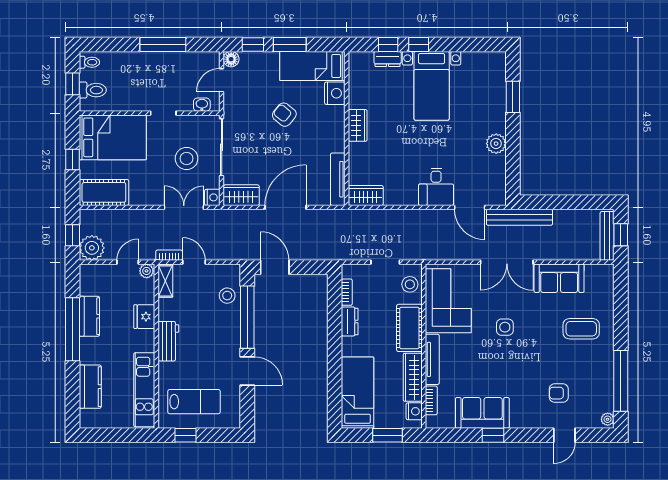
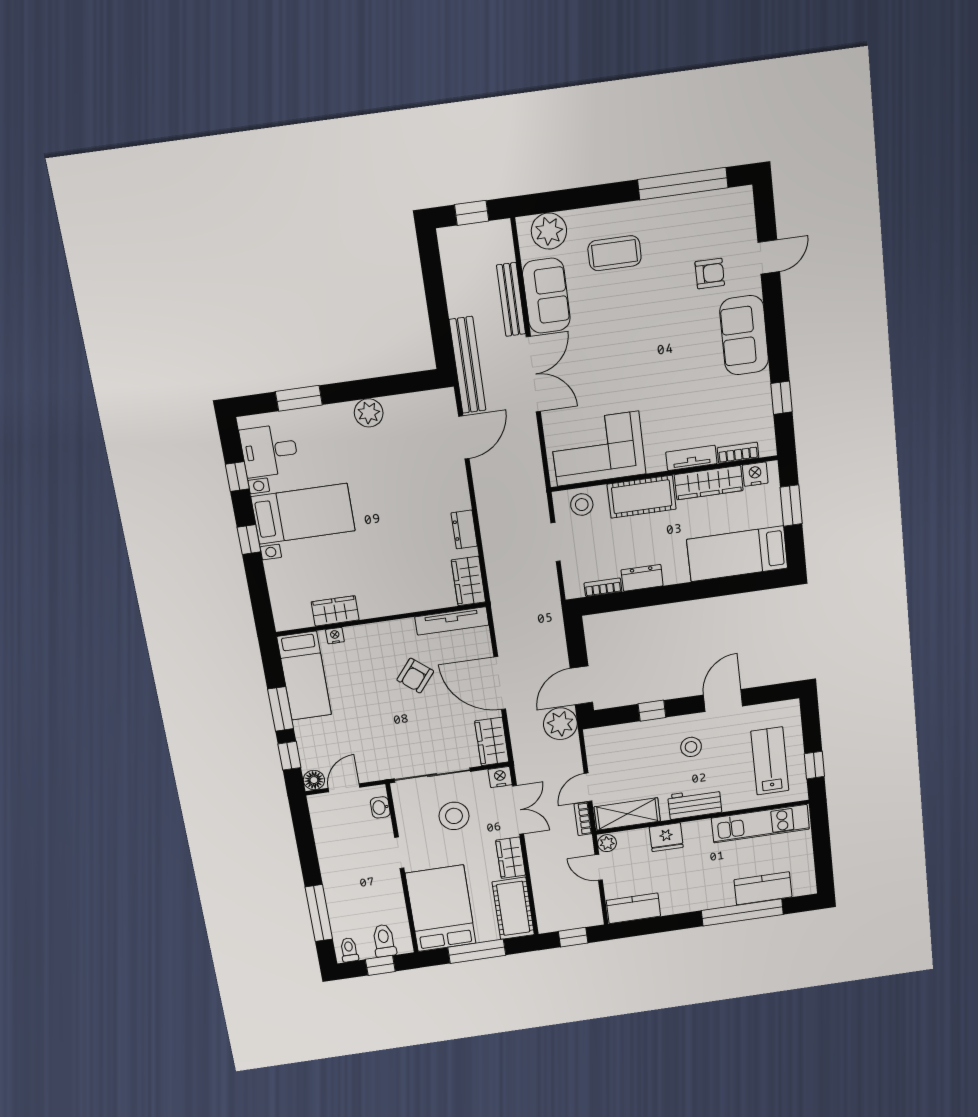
window: (163, 44) -> (319, 913), moved
window: (388, 44) -> (237, 476), moved
dresser: (388, 59) -> (464, 529), moved, turned 180
door: (222, 80) -> (344, 788), swing flipped
nightstand: (335, 93) -> (335, 636), width x0.53, depth x0.56
armchair: (284, 115) -> (415, 676), moved
wardrobe: (358, 125) -> (335, 611), moved
window: (72, 160) -> (477, 951), width x2.17
desk: (436, 187) -> (269, 451), moved, turned 180
wardrobe: (146, 196) -> (511, 858), added
double door: (184, 207) -> (518, 810), swing flipped
bench: (607, 236) -> (511, 300), moved, turned 90
plant: (92, 248) -> (560, 724), moved
shelving: (165, 281) -> (627, 814), width x1.50, depth x1.33
stool: (227, 296) -> (691, 747), moved
kitchen counter: (89, 316) -> (633, 908), moved
window: (247, 317) -> (652, 711), width x0.32
side table: (505, 327) -> (625, 364), removed
window: (72, 329) -> (742, 912), moved
coffee table: (581, 329) -> (615, 253), turned 90
tv unit: (432, 359) -> (691, 458), width x0.71
armchair: (559, 393) -> (710, 274), turned -90
sofa: (482, 413) -> (744, 335), moved
plant: (608, 419) -> (549, 231), moved, width x1.87, depth x1.87
window: (493, 435) -> (781, 398), moved
door: (564, 435) -> (769, 257), hinge flipped

